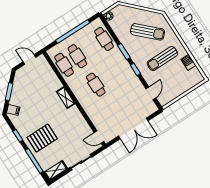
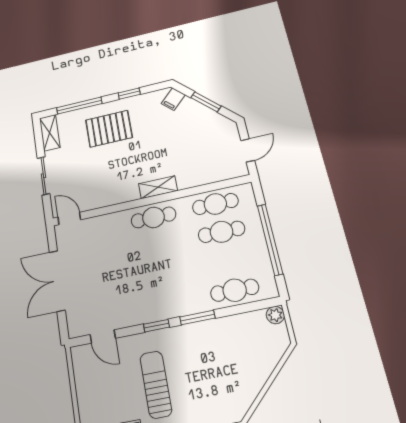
sun lounger: (148, 32) -> (217, 377), removed
cafe table: (96, 85) -> (153, 217), moved
door: (99, 137) -> (69, 218), hinge flipped
pallet: (42, 138) -> (109, 129), turned 90

